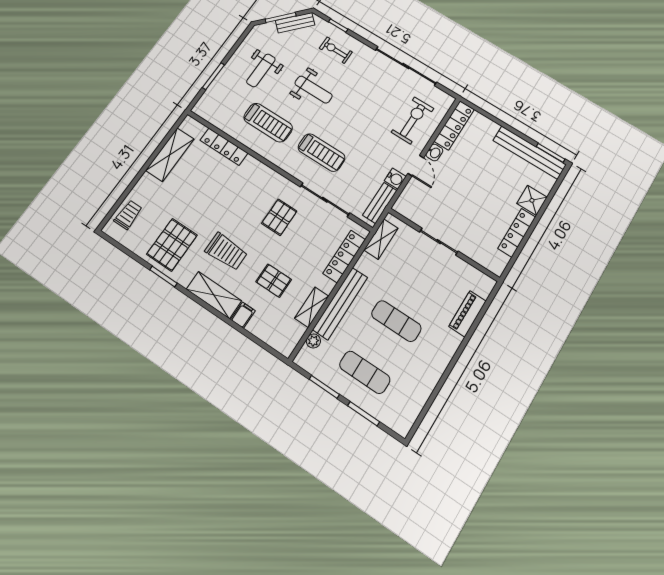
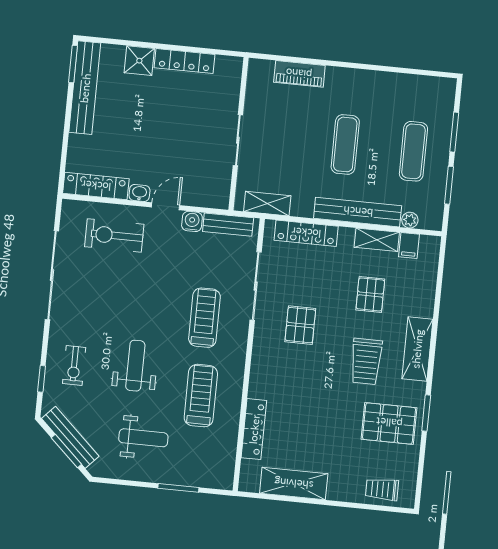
bench: (295, 23) -> (70, 437), width x1.36
pallet: (279, 217) -> (300, 325), turned 90
trolley: (226, 252) -> (366, 361), turned 180
filing cabinet: (243, 315) -> (409, 245), moved, turned -90

